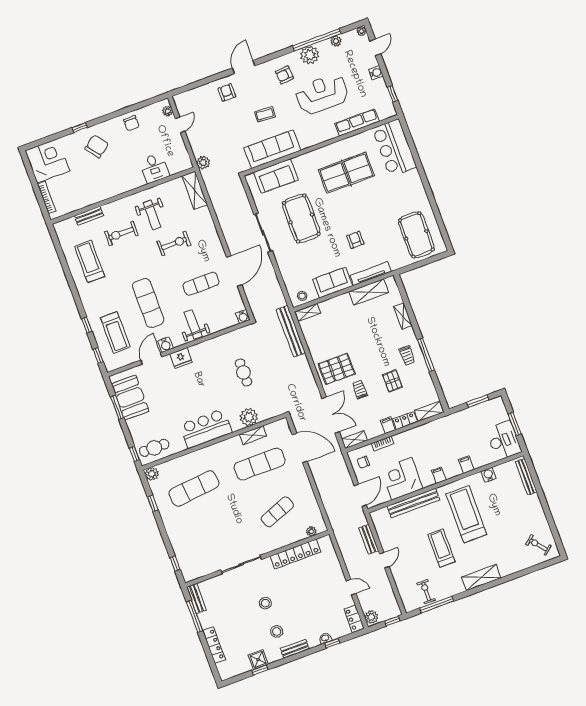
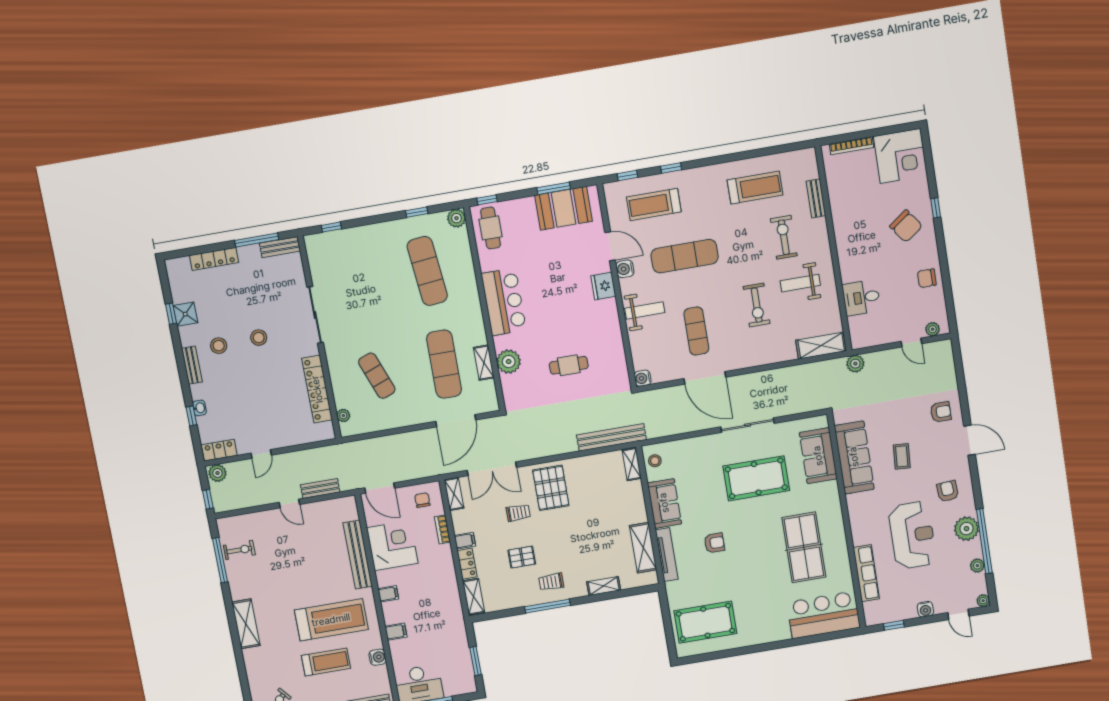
treadmill: (441, 548) -> (326, 662), moved

